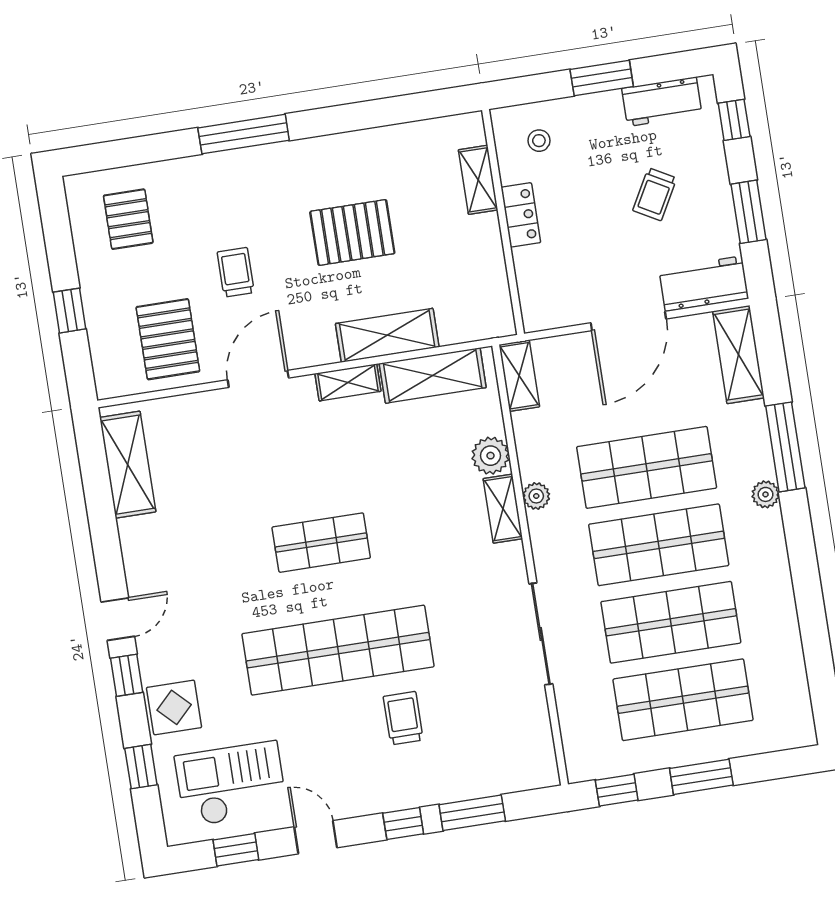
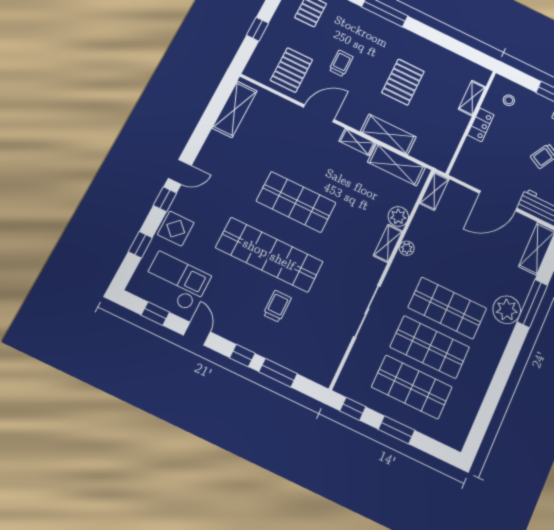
pallet: (352, 232) -> (403, 82), turned 90
shop shelf: (647, 467) -> (464, 270), removed
plant: (766, 494) -> (507, 310), width x1.87, depth x1.87
shop shelf: (321, 543) -> (296, 202), width x1.43, depth x1.36

